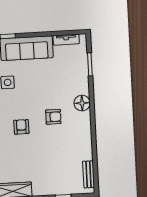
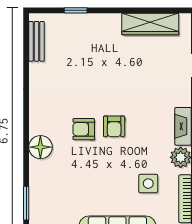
armchair: (21, 127) -> (114, 126), moved

